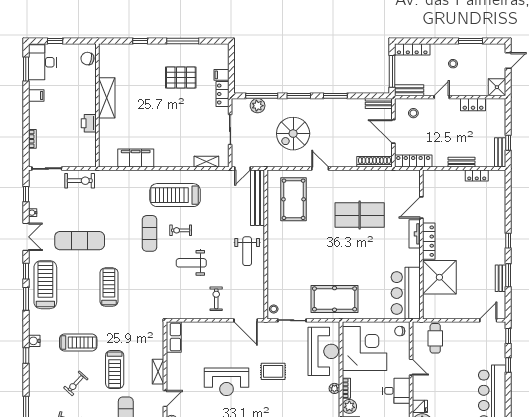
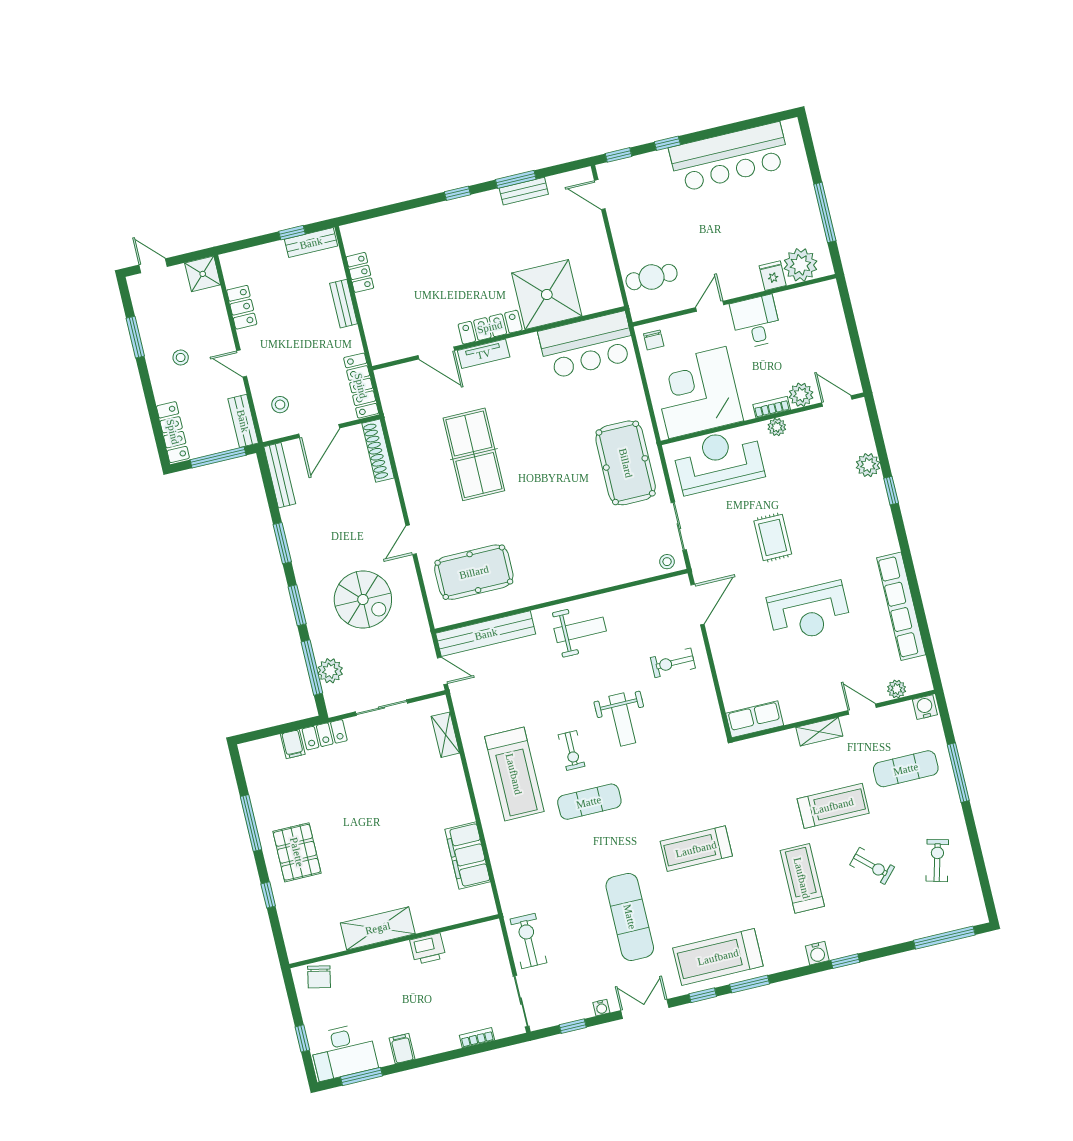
pallet: (181, 77) -> (297, 852), moved
bench: (379, 103) -> (280, 475), width x1.36
reception desk: (227, 382) -> (809, 612), turned 90

